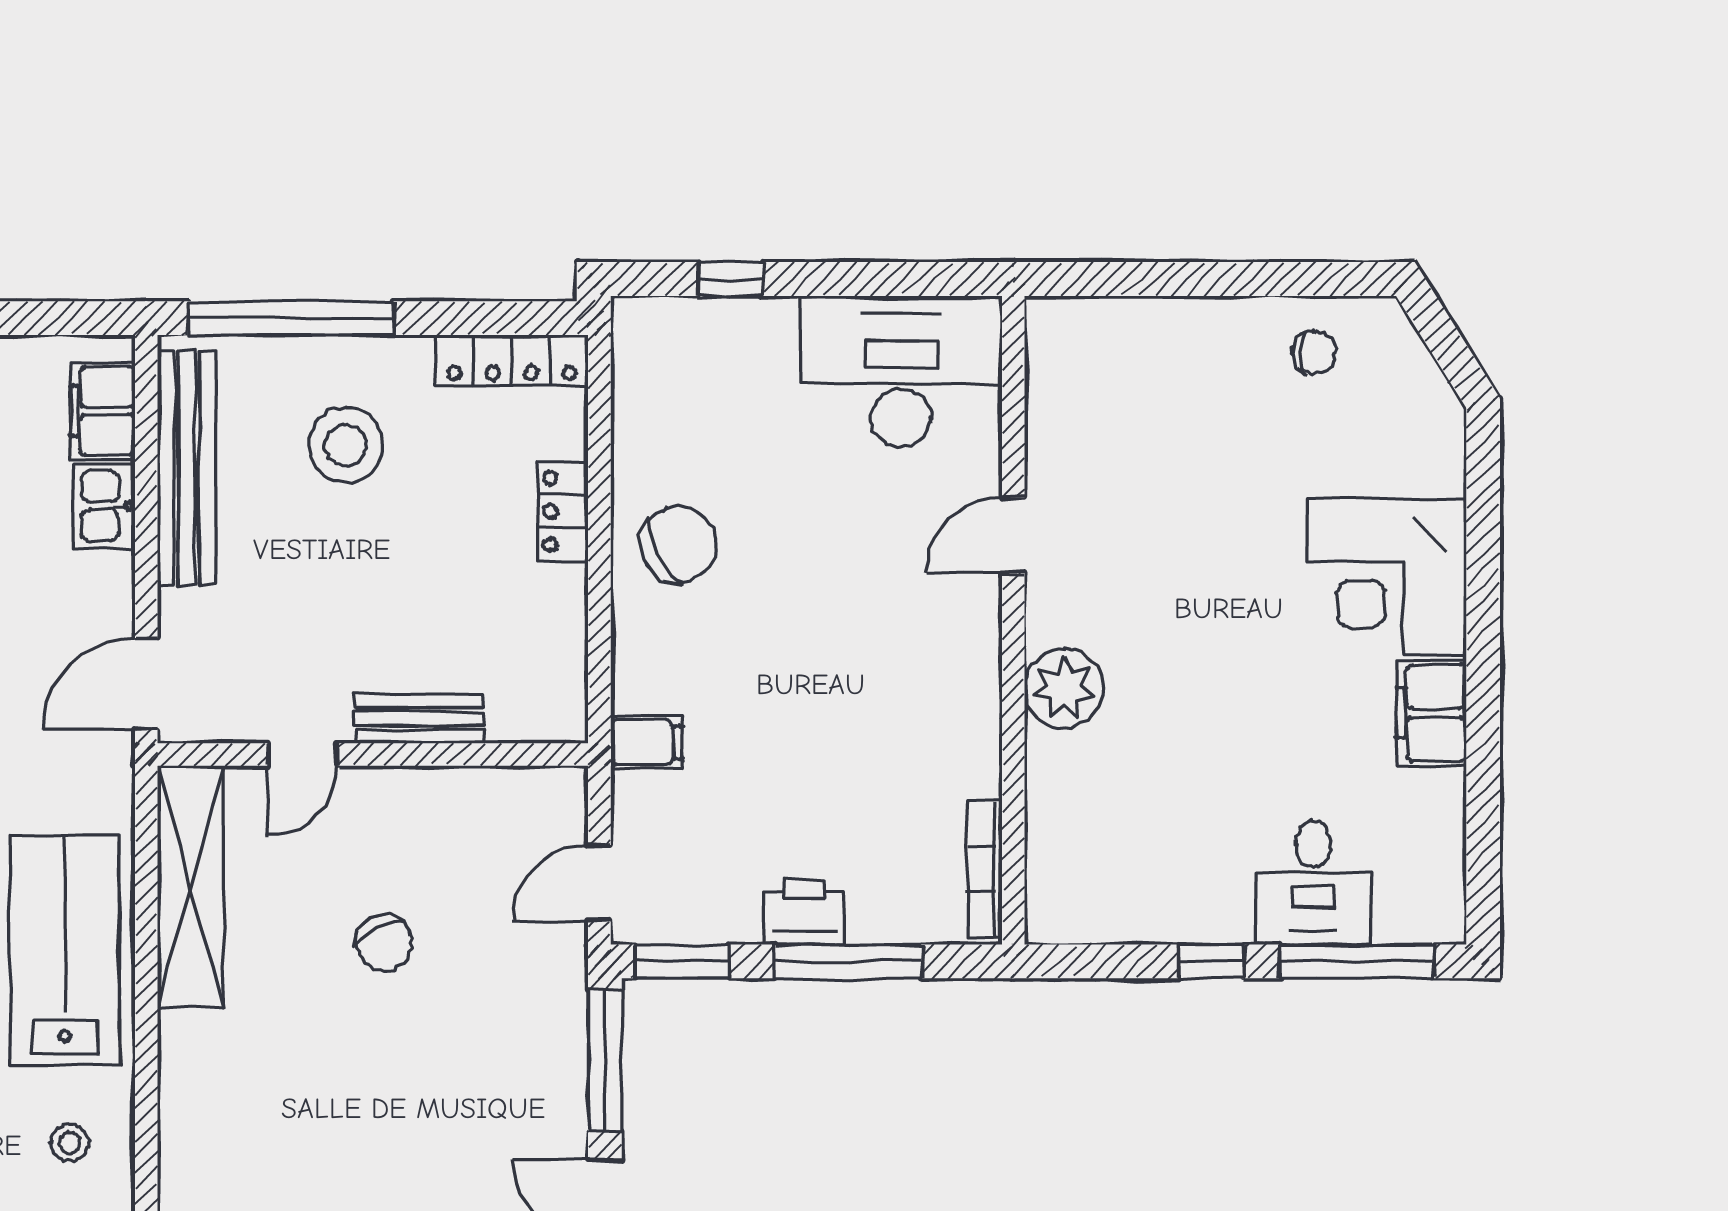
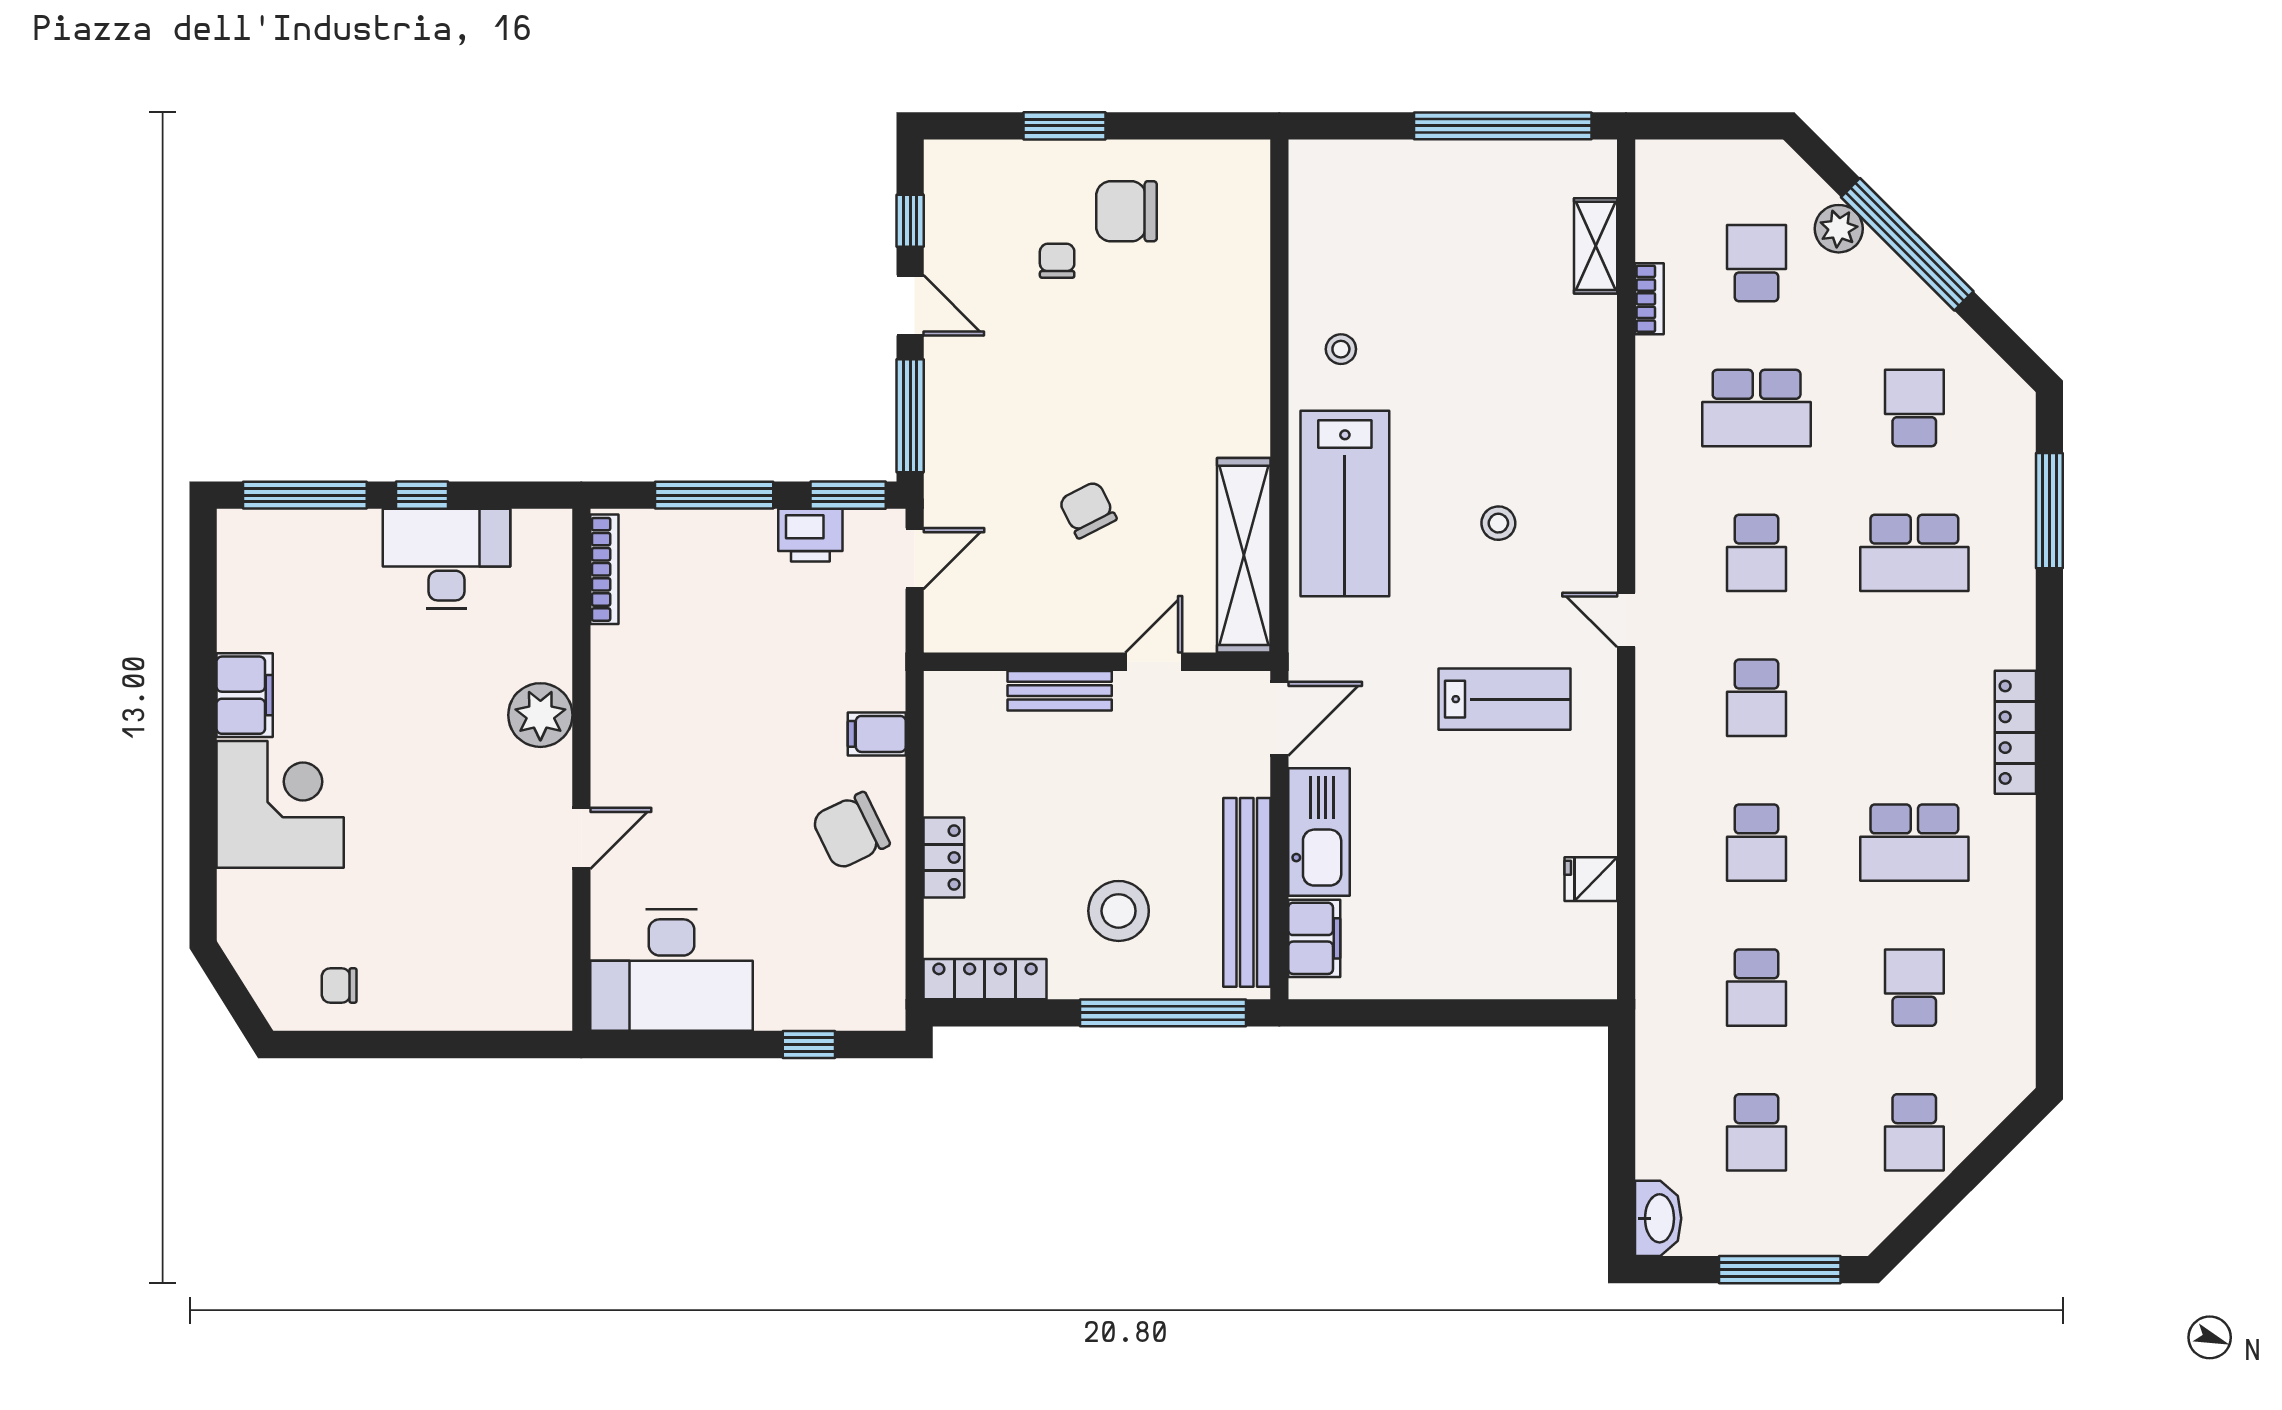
kitchen sink: (104, 506) -> (1319, 832), width x1.87, depth x1.24
filing cabinet: (646, 742) -> (877, 734), moved
desk: (1313, 883) -> (447, 559), moved, width x1.37
printer: (804, 912) -> (810, 535), moved

